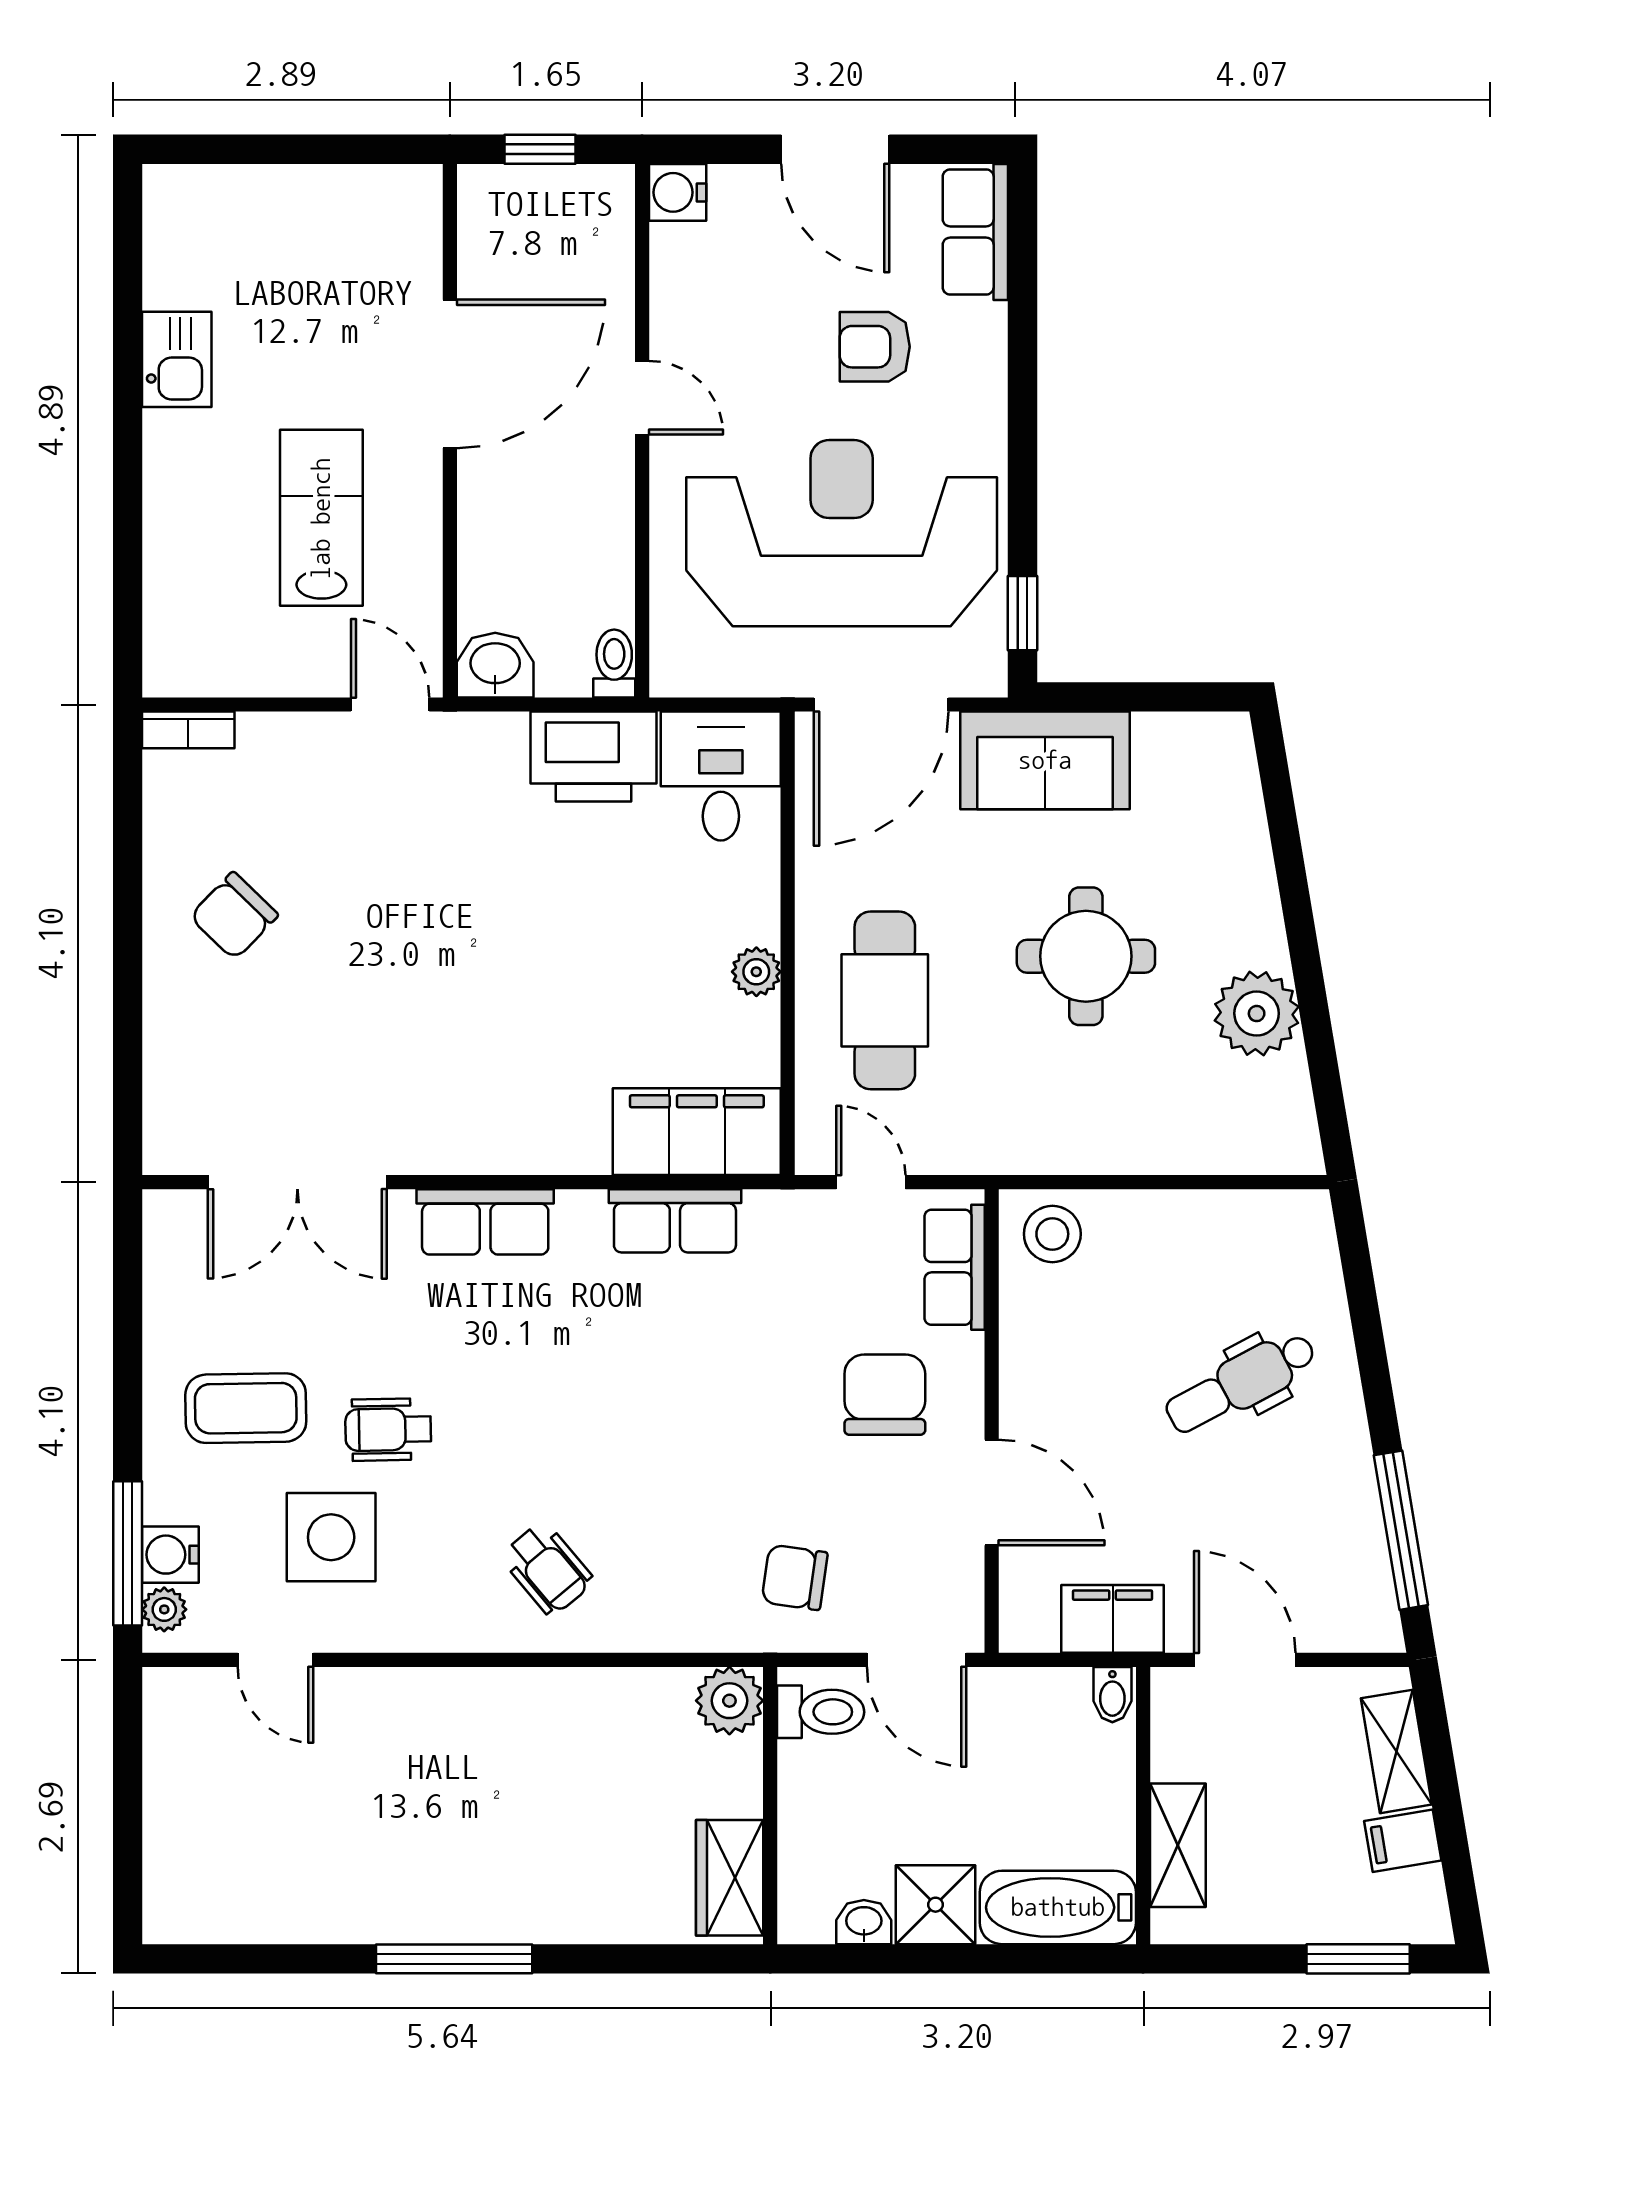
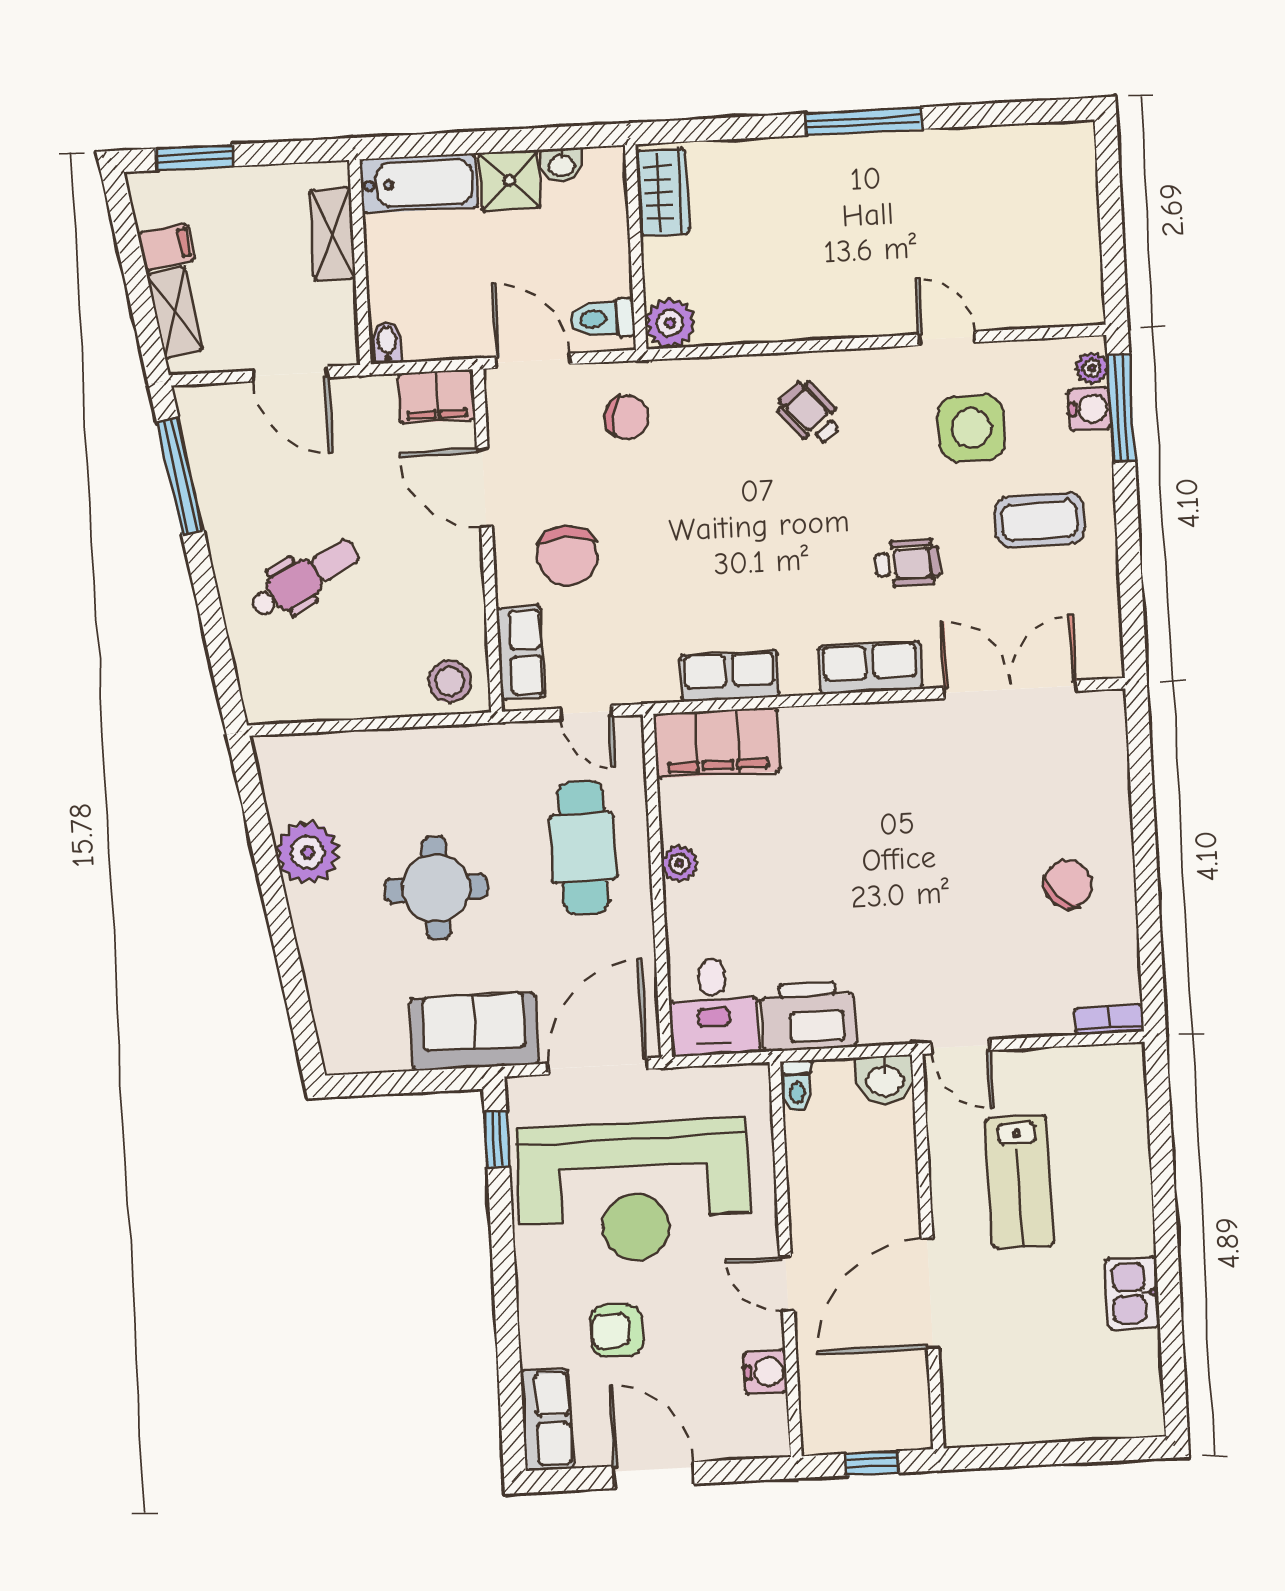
water cooler: (678, 192) -> (765, 1372), moved
armchair: (875, 347) -> (617, 1331), turned 180
wheelchair: (388, 1430) -> (908, 563), moved
filing cabinet: (1113, 1619) -> (436, 396), moved
door: (275, 1660) -> (947, 338), moved

